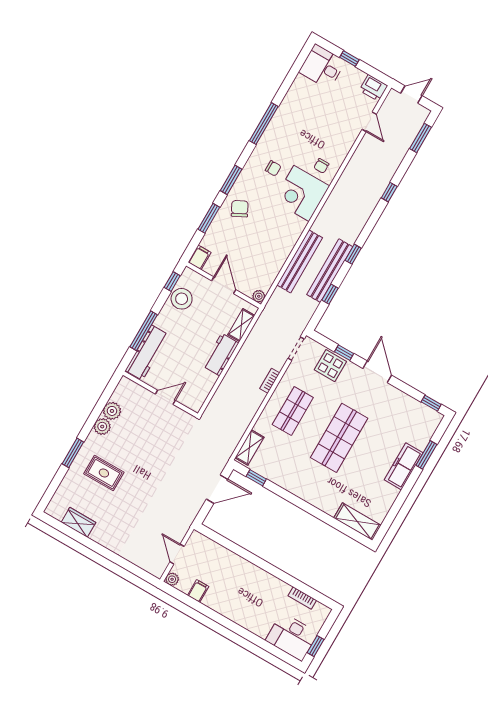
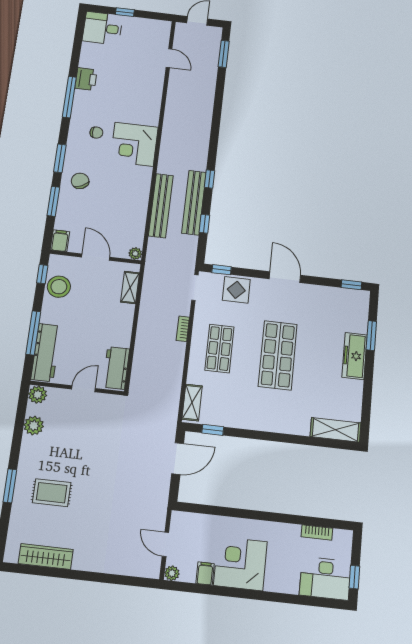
printer: (374, 88) -> (86, 79), moved, turned -90
chair: (321, 166) -> (142, 113), removed
window: (389, 192) -> (217, 111), removed
window: (344, 353) -> (222, 270), moved
workbench: (221, 354) -> (116, 368), moved
plant: (102, 427) -> (38, 395), moved
wardrobe: (78, 522) -> (46, 556), width x1.50
corner desk: (230, 595) -> (240, 563), added

